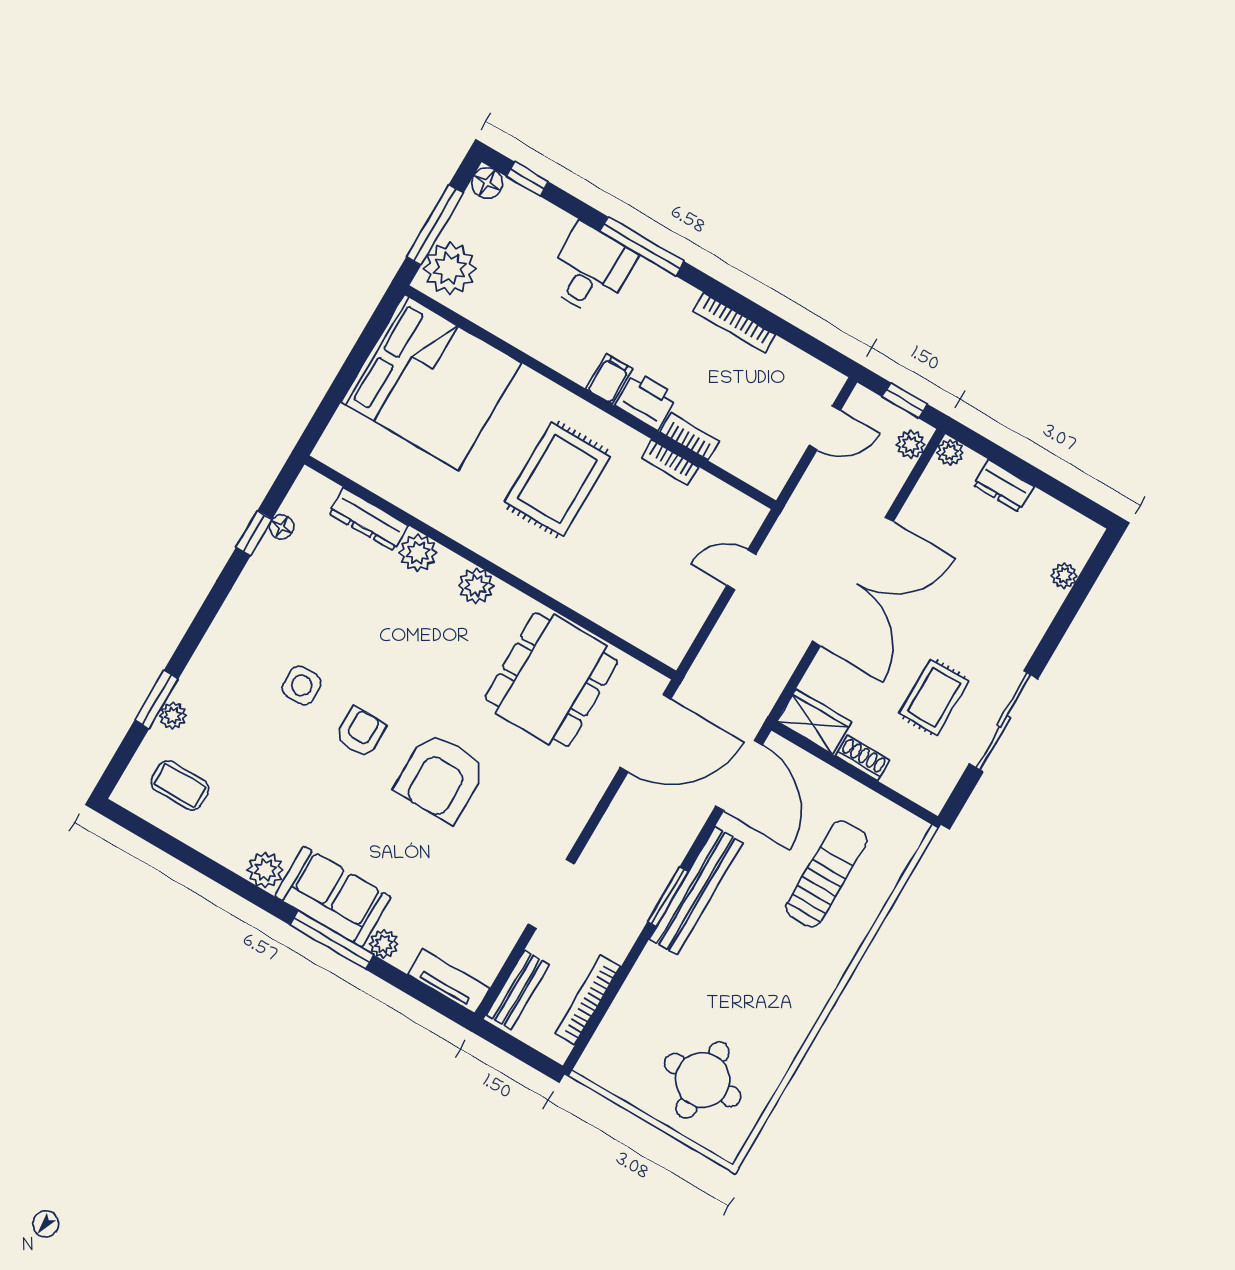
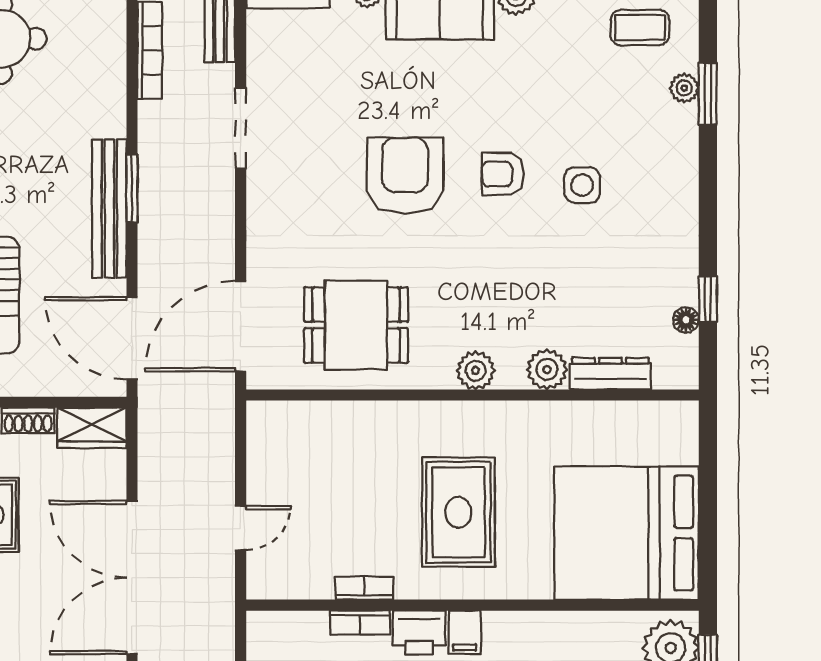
dining table: (551, 680) -> (356, 325), width x0.73
armchair: (360, 732) -> (503, 174), turned 90

